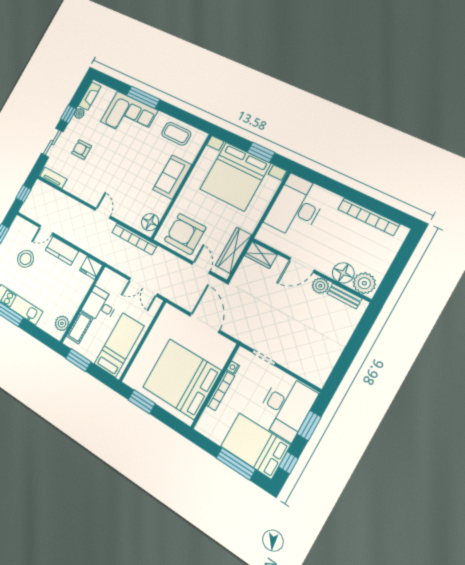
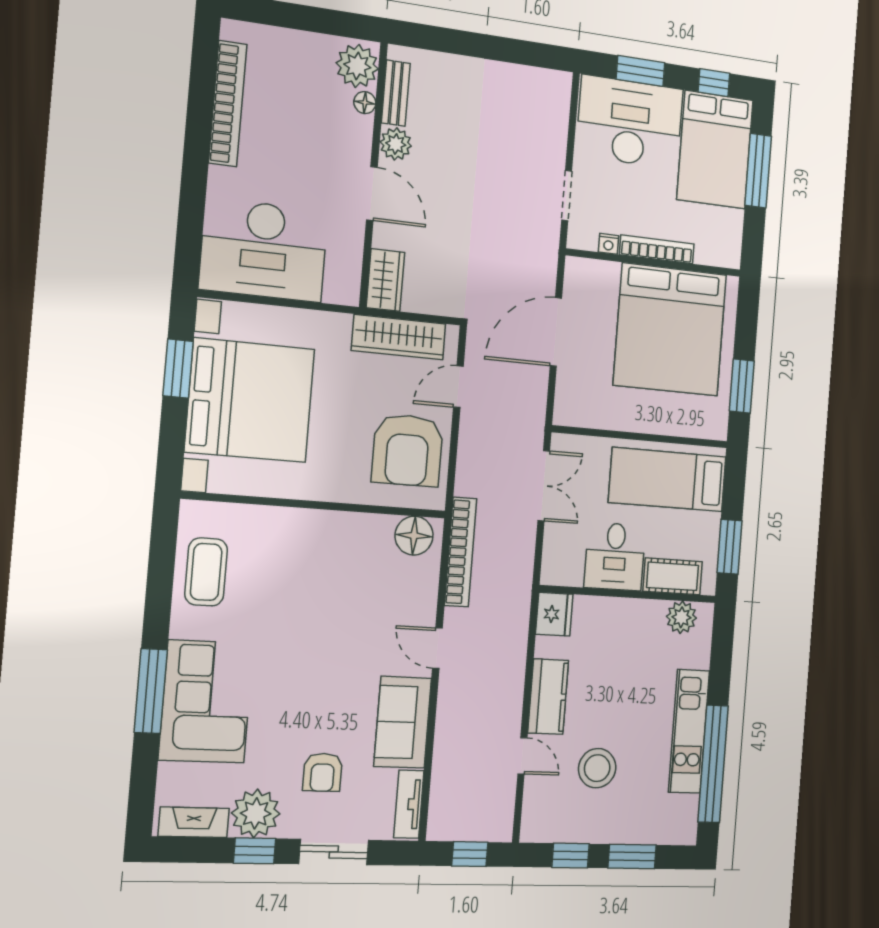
plant: (79, 113) -> (256, 813), width x1.88, depth x1.88
sofa: (172, 177) -> (403, 722), moved, turned 90
door: (103, 213) -> (437, 648), hinge flipped
floor lamp: (343, 273) -> (365, 103), width x0.53, depth x0.53

